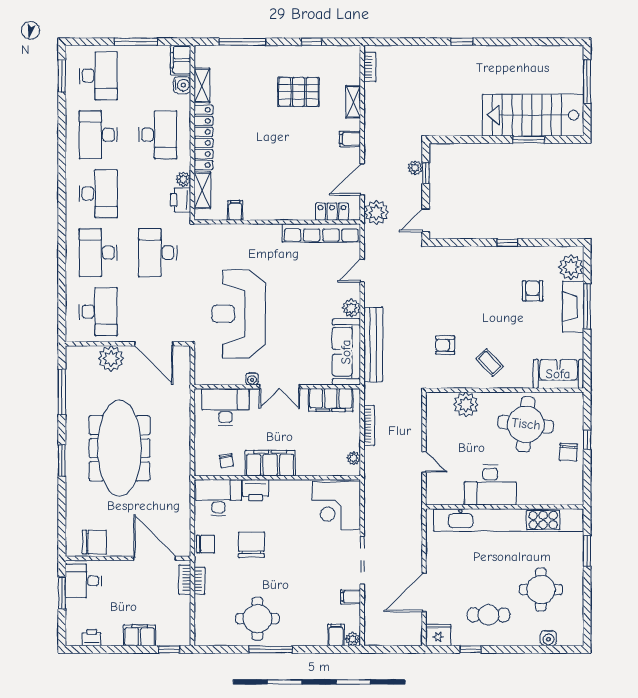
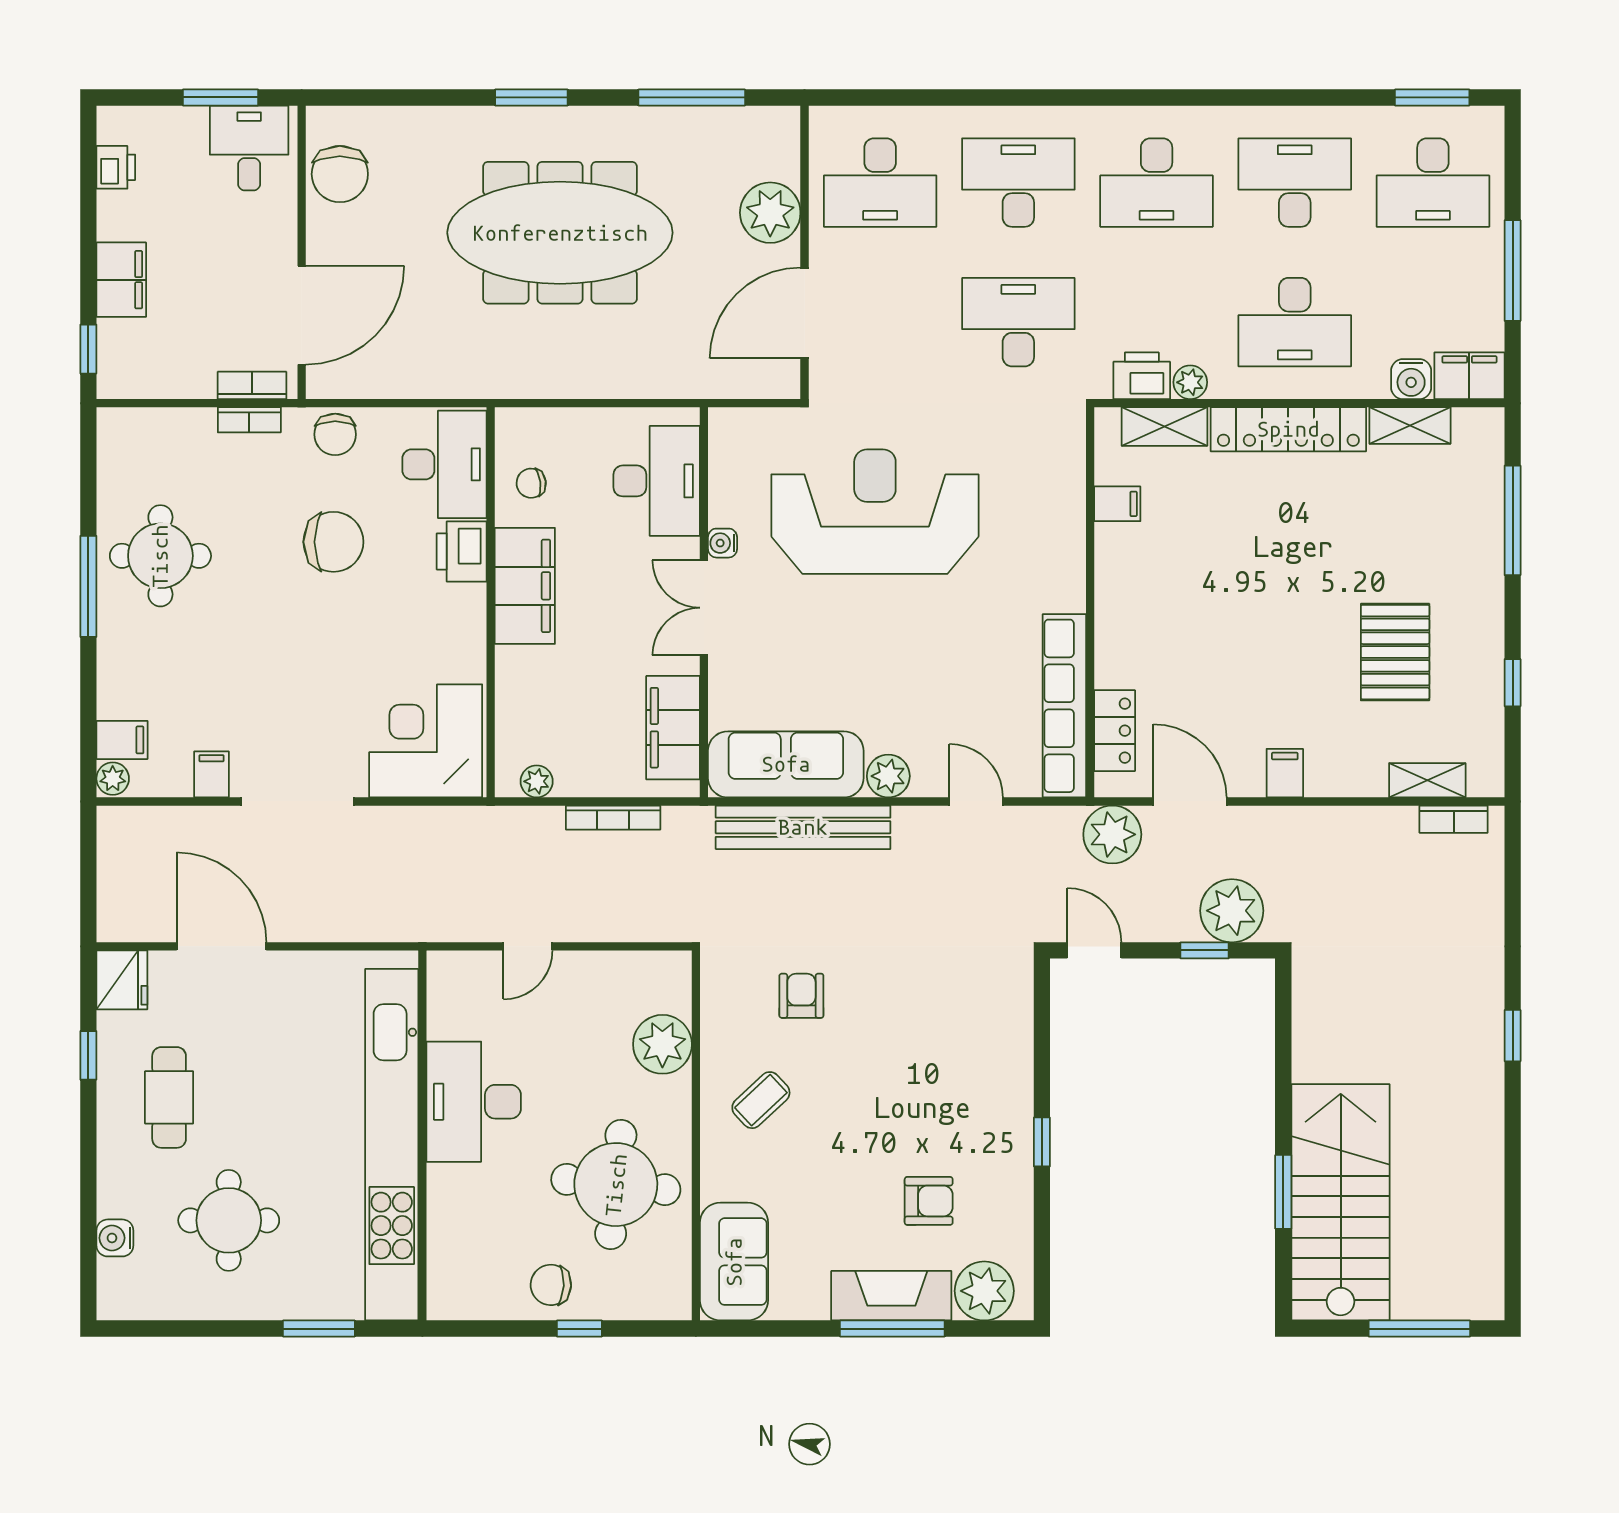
shelving: (353, 102) -> (1427, 780), moved
plant: (415, 168) -> (1232, 911), width x1.88, depth x1.88

